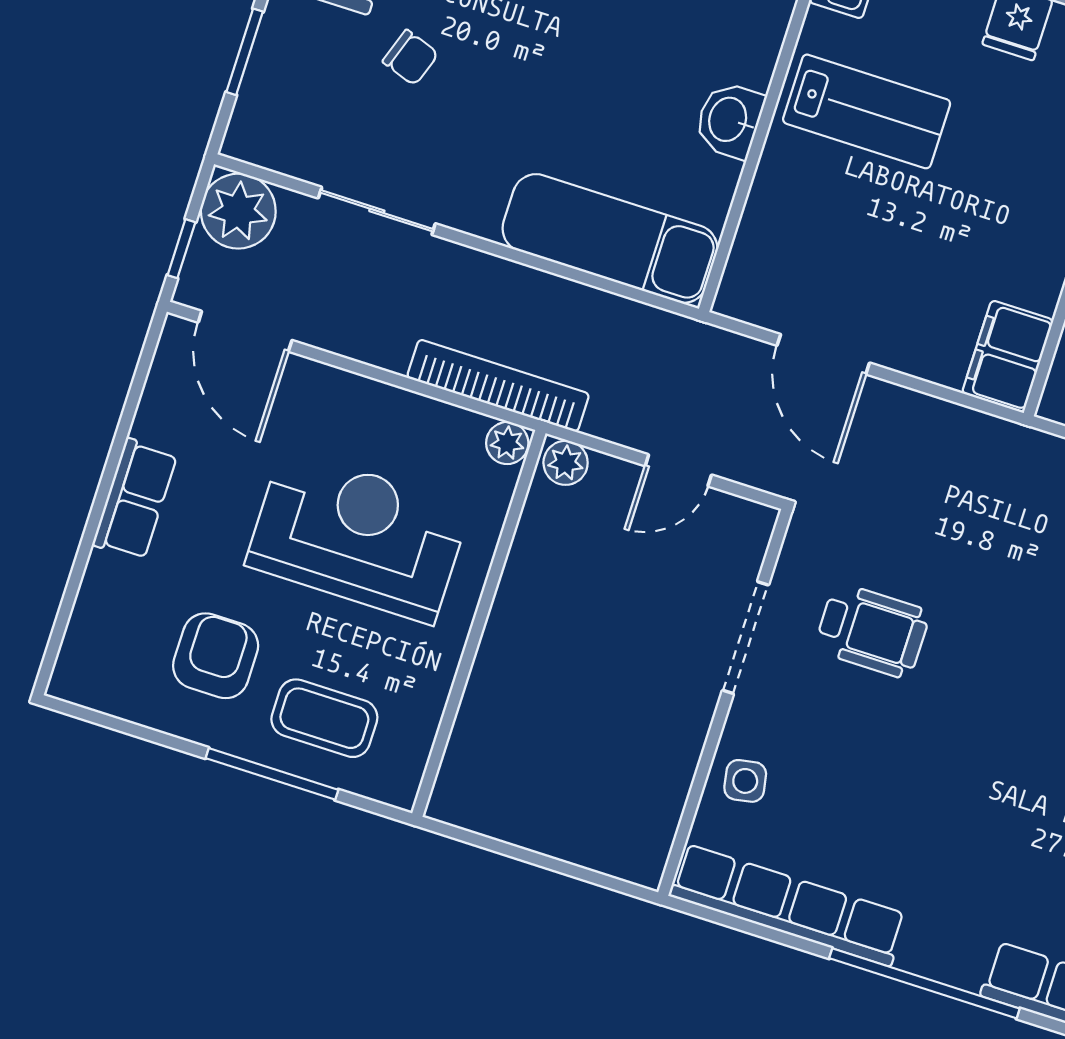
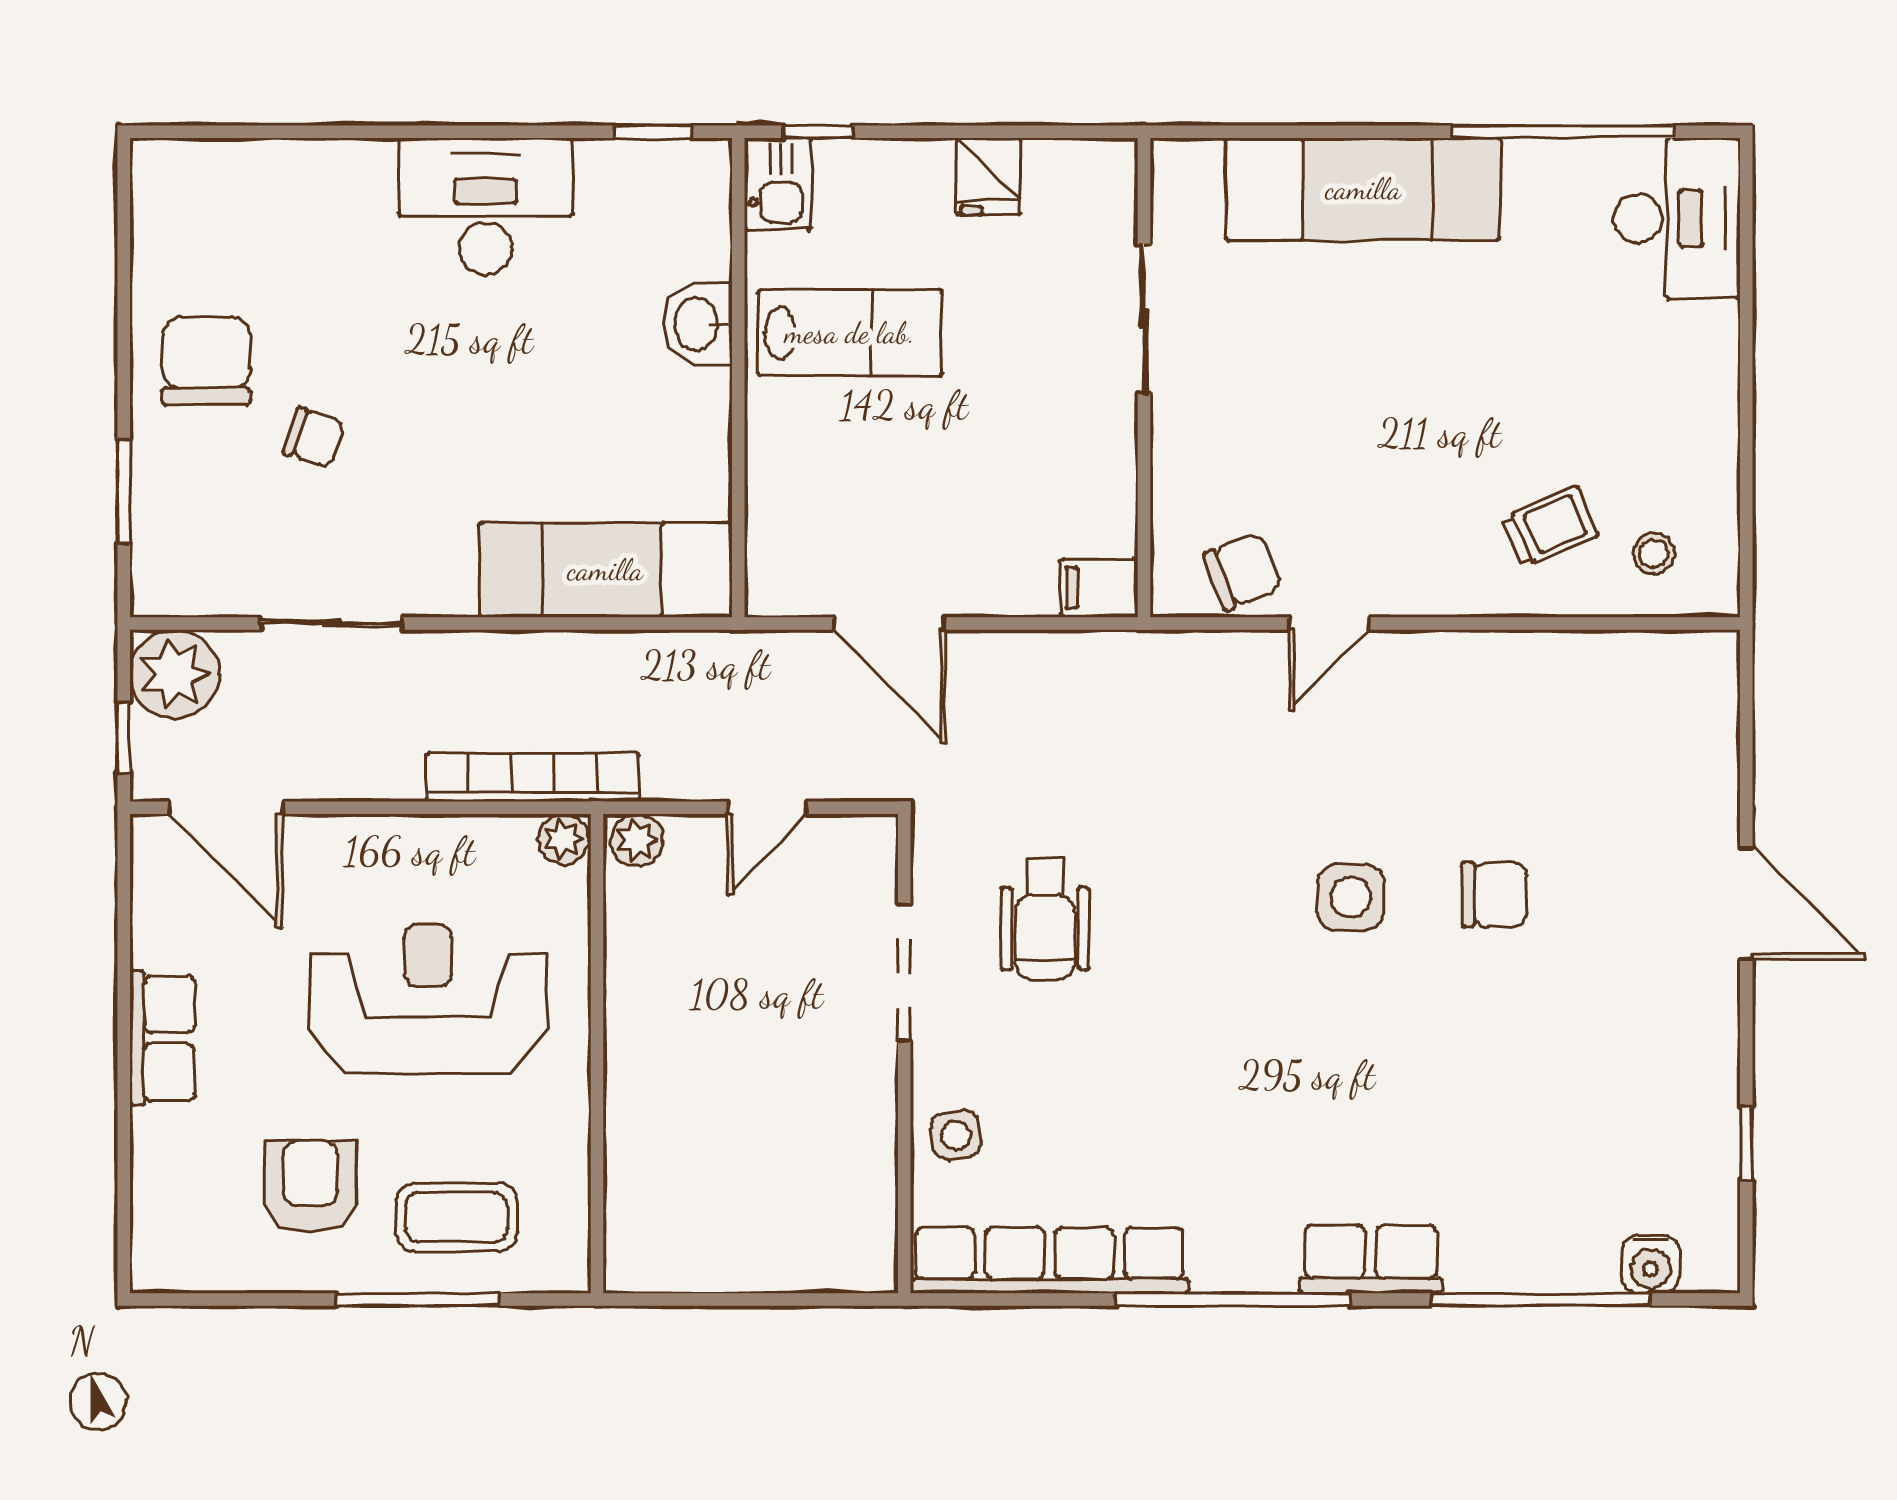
washbasin: (729, 120) -> (698, 324), moved
filing cabinet: (1008, 356) -> (1099, 588), width x0.50
wheelchair: (872, 631) -> (1045, 919), turned 90

